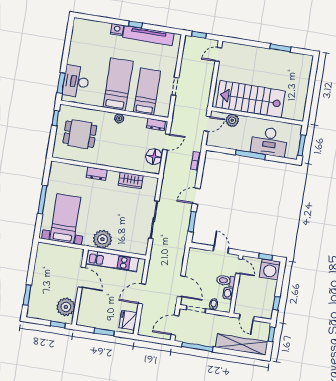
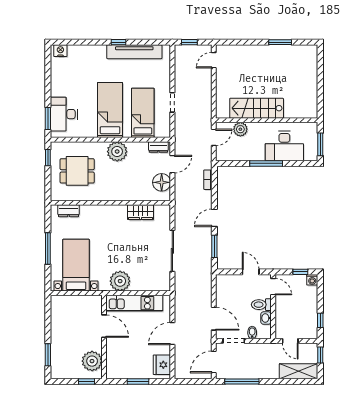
nightstand: (117, 30) -> (60, 51), moved
stairs: (251, 99) -> (257, 108), width x0.73, depth x0.66
plant: (119, 118) -> (117, 152), width x1.88, depth x1.88
dresser: (97, 174) -> (68, 211), moved
washing machine: (270, 269) -> (312, 280), width x0.53, depth x0.53
shelving: (242, 345) -> (299, 371), width x0.68

